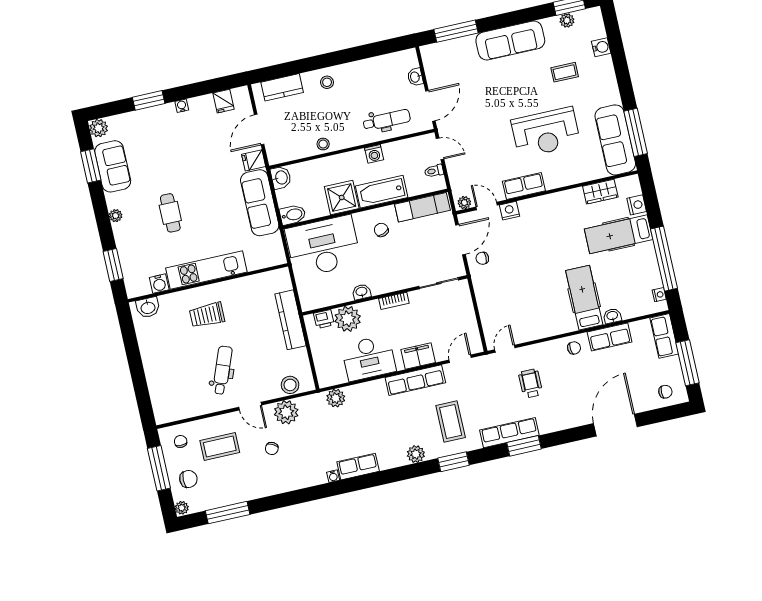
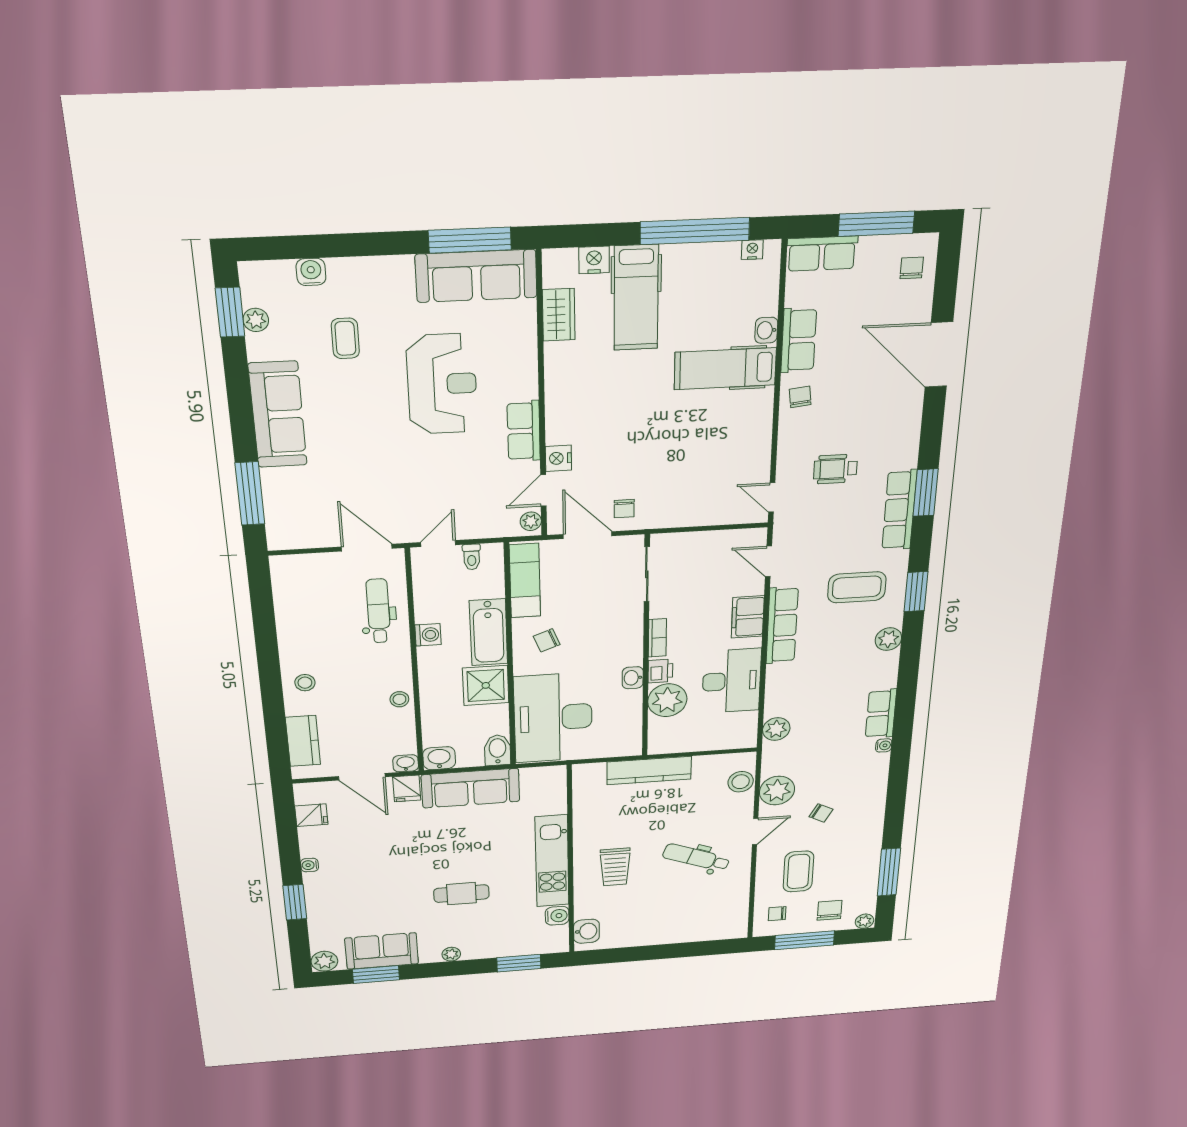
washbasin: (415, 77) -> (406, 763), moved, turned 180
printer: (324, 319) -> (660, 671), moved

